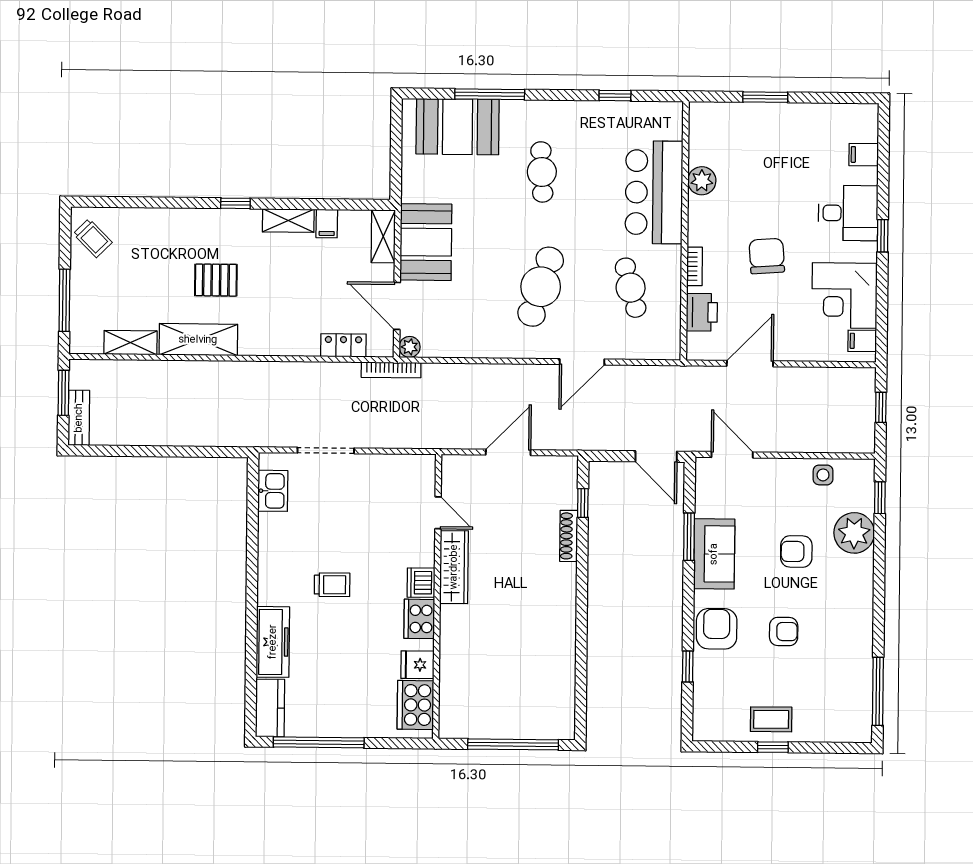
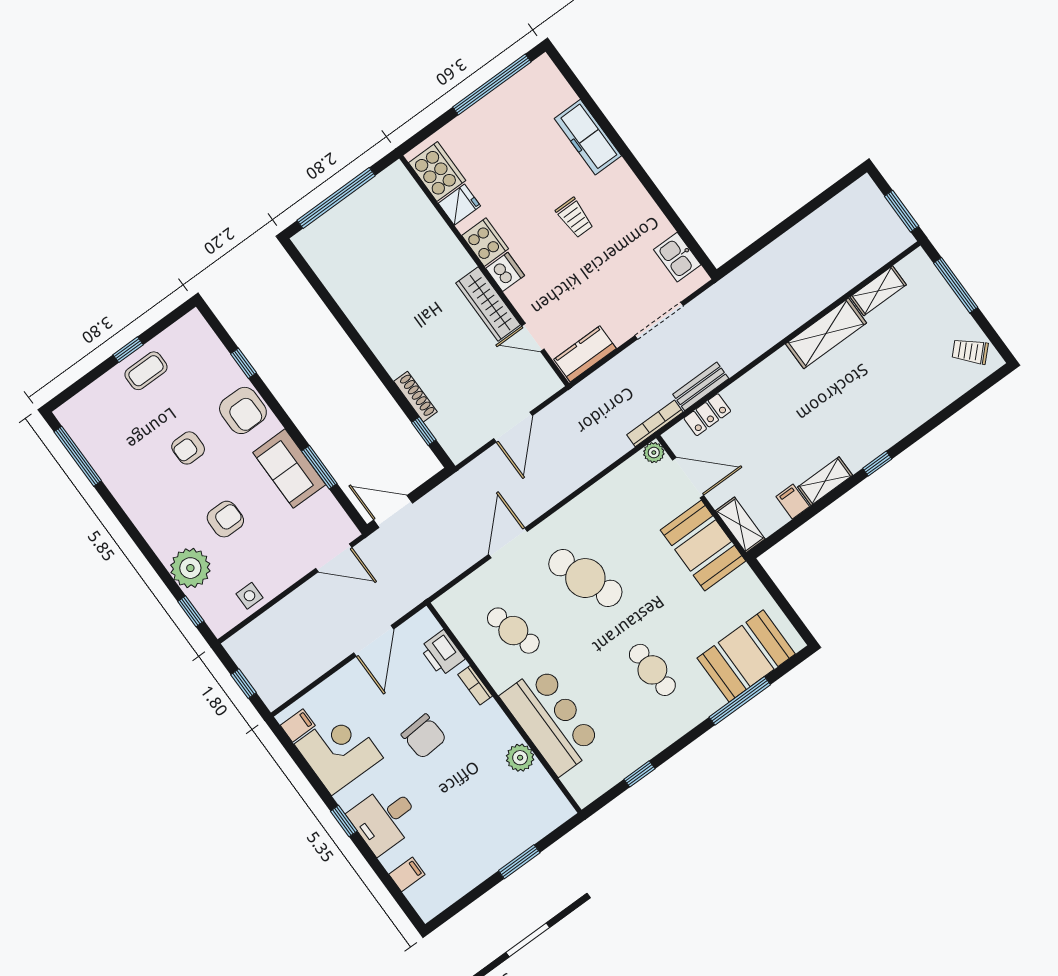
pallet: (216, 280) -> (847, 391), removed
cafe table: (541, 287) -> (585, 578), turned -39
bench: (79, 418) -> (701, 386), moved, turned 90
trolley: (332, 585) -> (575, 218), turned -90
kitchen counter: (270, 708) -> (585, 354), moved, turned 90

